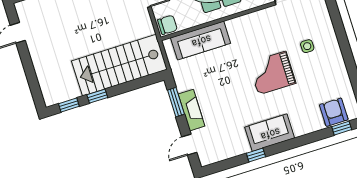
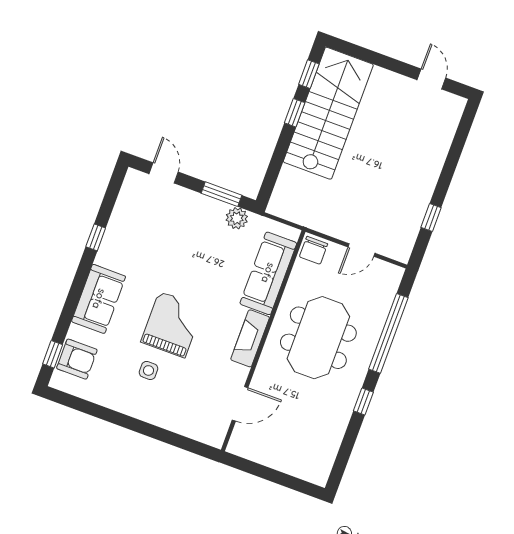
side table: (307, 46) -> (148, 370), moved
stairs: (119, 65) -> (328, 113), moved
plant: (183, 83) -> (237, 218), added
fireplace: (191, 110) -> (250, 338), moved, turned 90
sofa: (270, 133) -> (99, 299), moved

